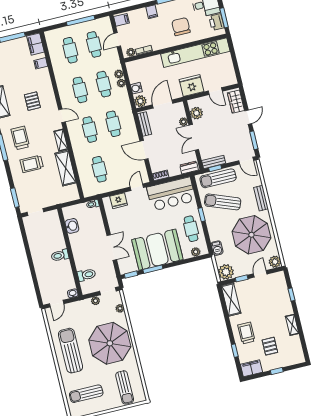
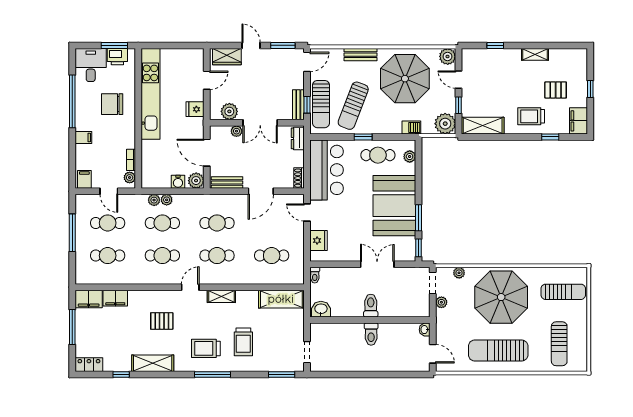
filing cabinet: (41, 63) -> (115, 298), width x2.00
fridge: (192, 86) -> (195, 109), width x0.53, depth x0.75
shelving: (66, 168) -> (281, 299), moved
washbasin: (72, 226) -> (321, 309), moved
toilet: (87, 275) -> (371, 306), moved

